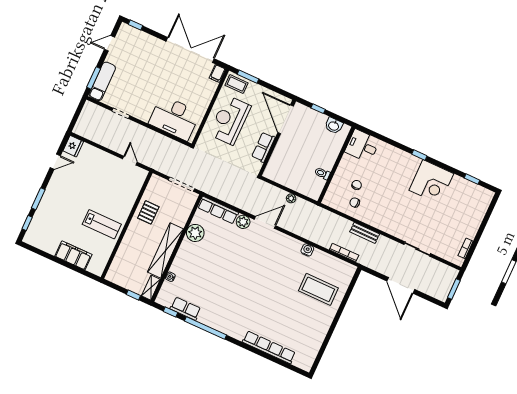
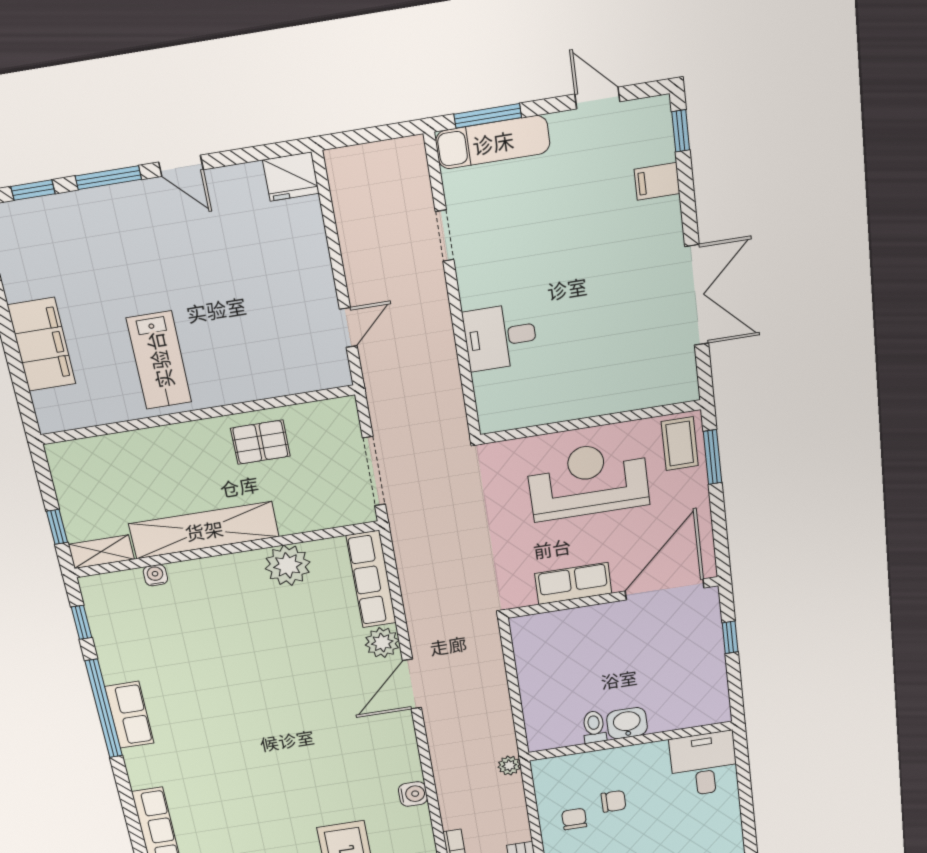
double door: (190, 50) -> (697, 295), width x0.73
filing cabinet: (217, 74) -> (657, 181), moved
desk: (174, 118) -> (500, 337), width x0.53, depth x0.77
washbasin: (334, 126) -> (627, 723), moved, turned 90
door: (55, 162) -> (181, 166), moved
plant: (291, 198) -> (509, 766), moved
door: (265, 222) -> (412, 684), swing flipped
row of seats: (185, 309) -> (129, 715), moved

